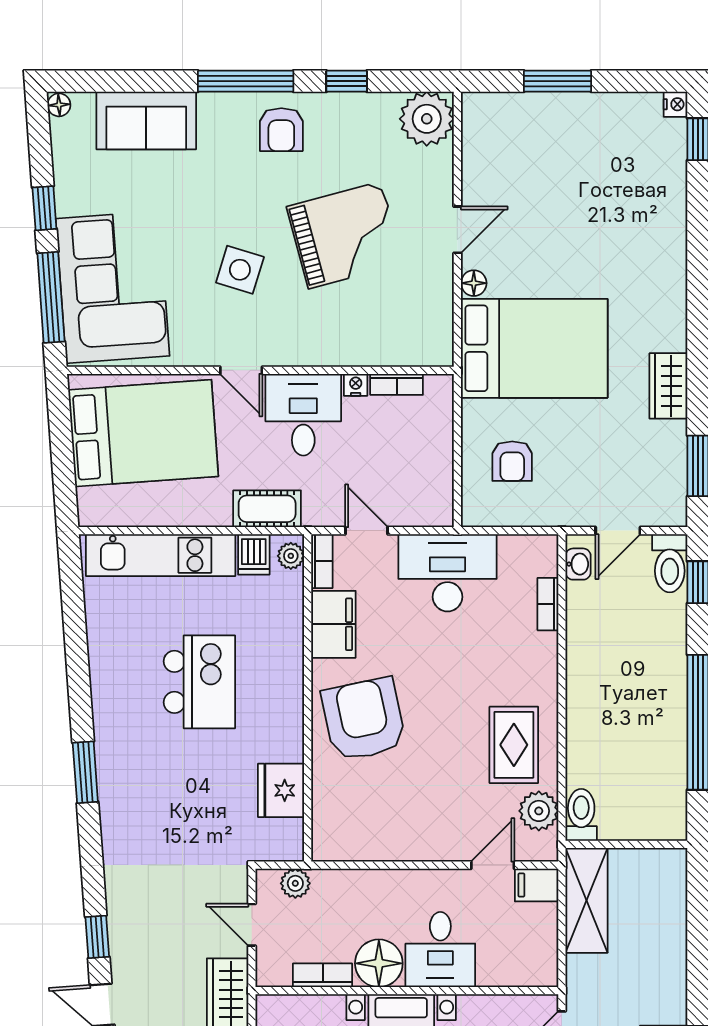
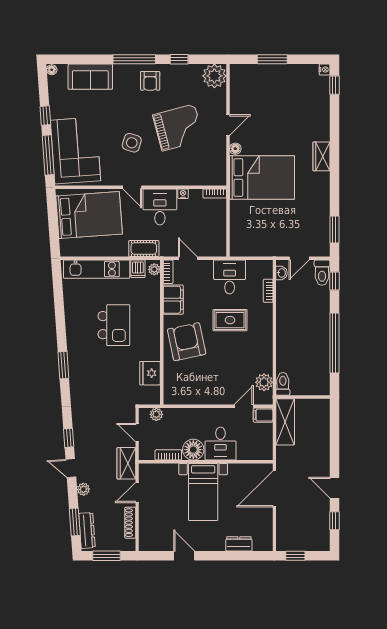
bookcase: (397, 384) -> (215, 194), moved
wardrobe: (668, 386) -> (321, 156), moved
armchair: (512, 461) -> (252, 227), removed
desk: (448, 573) -> (230, 277), width x0.73
rug: (514, 745) -> (230, 320), moved, turned 90

